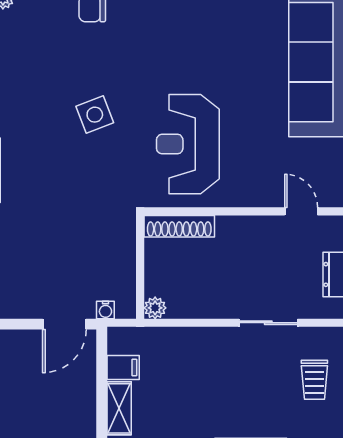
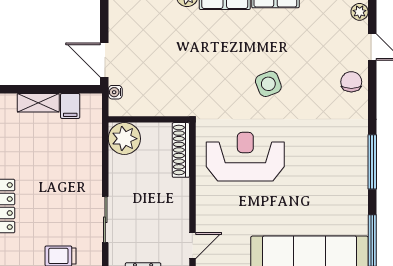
plant: (155, 308) -> (124, 139), width x1.87, depth x1.87

